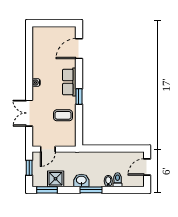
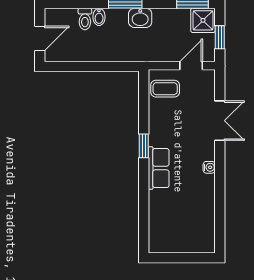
door: (79, 49) -> (144, 219), removed
coffee table: (63, 115) -> (165, 89), moved
shower: (56, 179) -> (203, 20), moved

